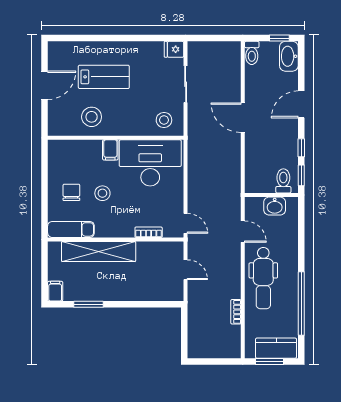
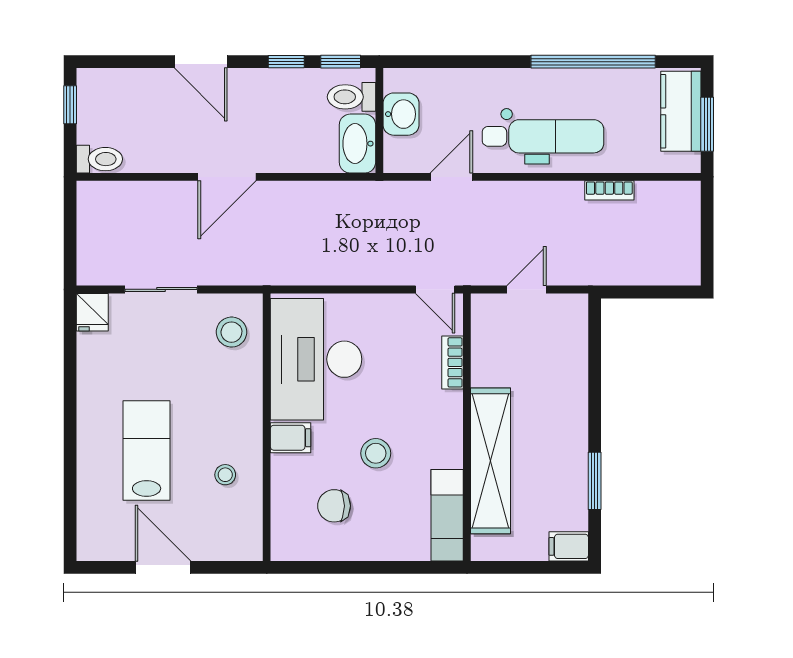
washbasin: (289, 56) -> (357, 144), moved, turned 90
stool: (92, 117) -> (225, 475), width x0.53, depth x0.53
chair: (71, 192) -> (334, 506), moved
door: (186, 223) -> (435, 289), swing flipped

